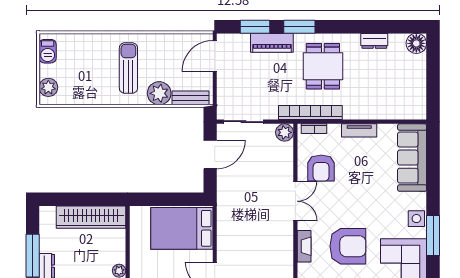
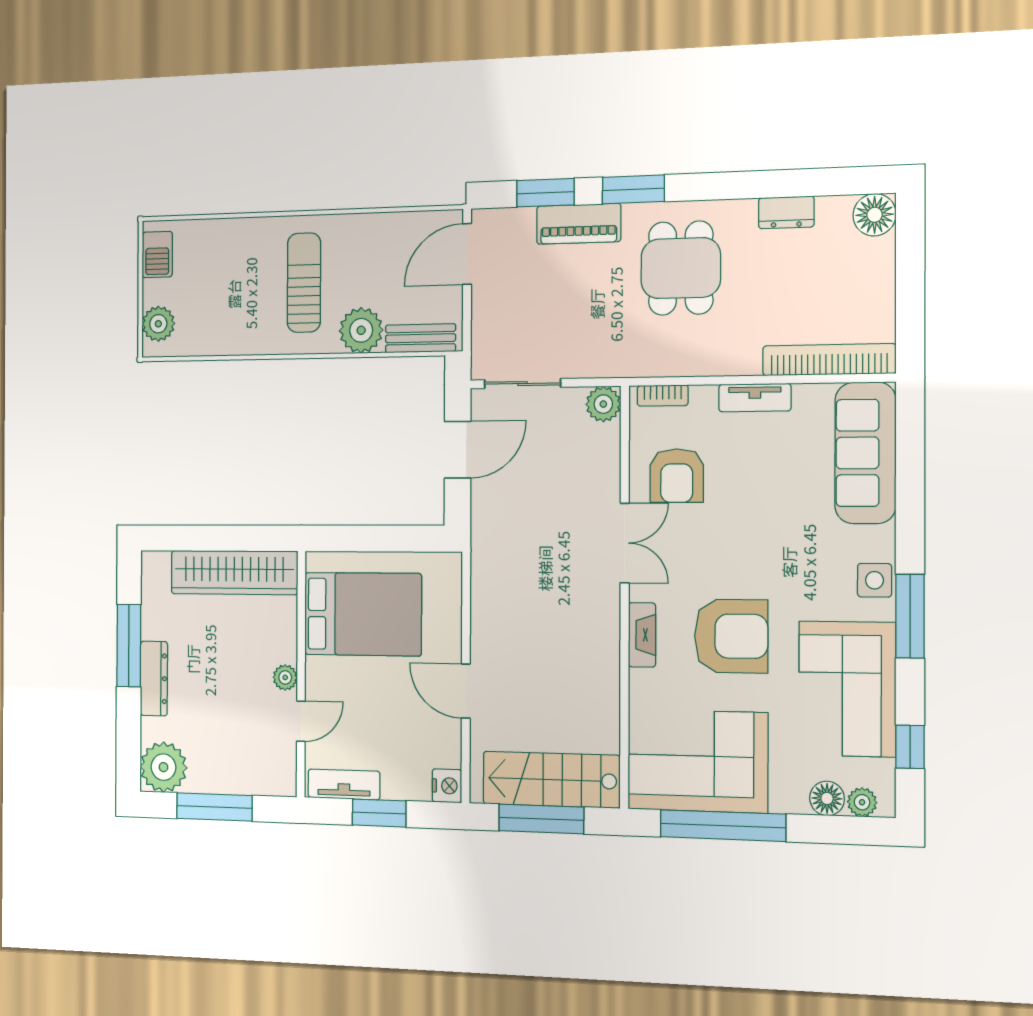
bookcase: (310, 113) -> (829, 360), moved
bed: (182, 228) -> (363, 614), moved, turned 180

